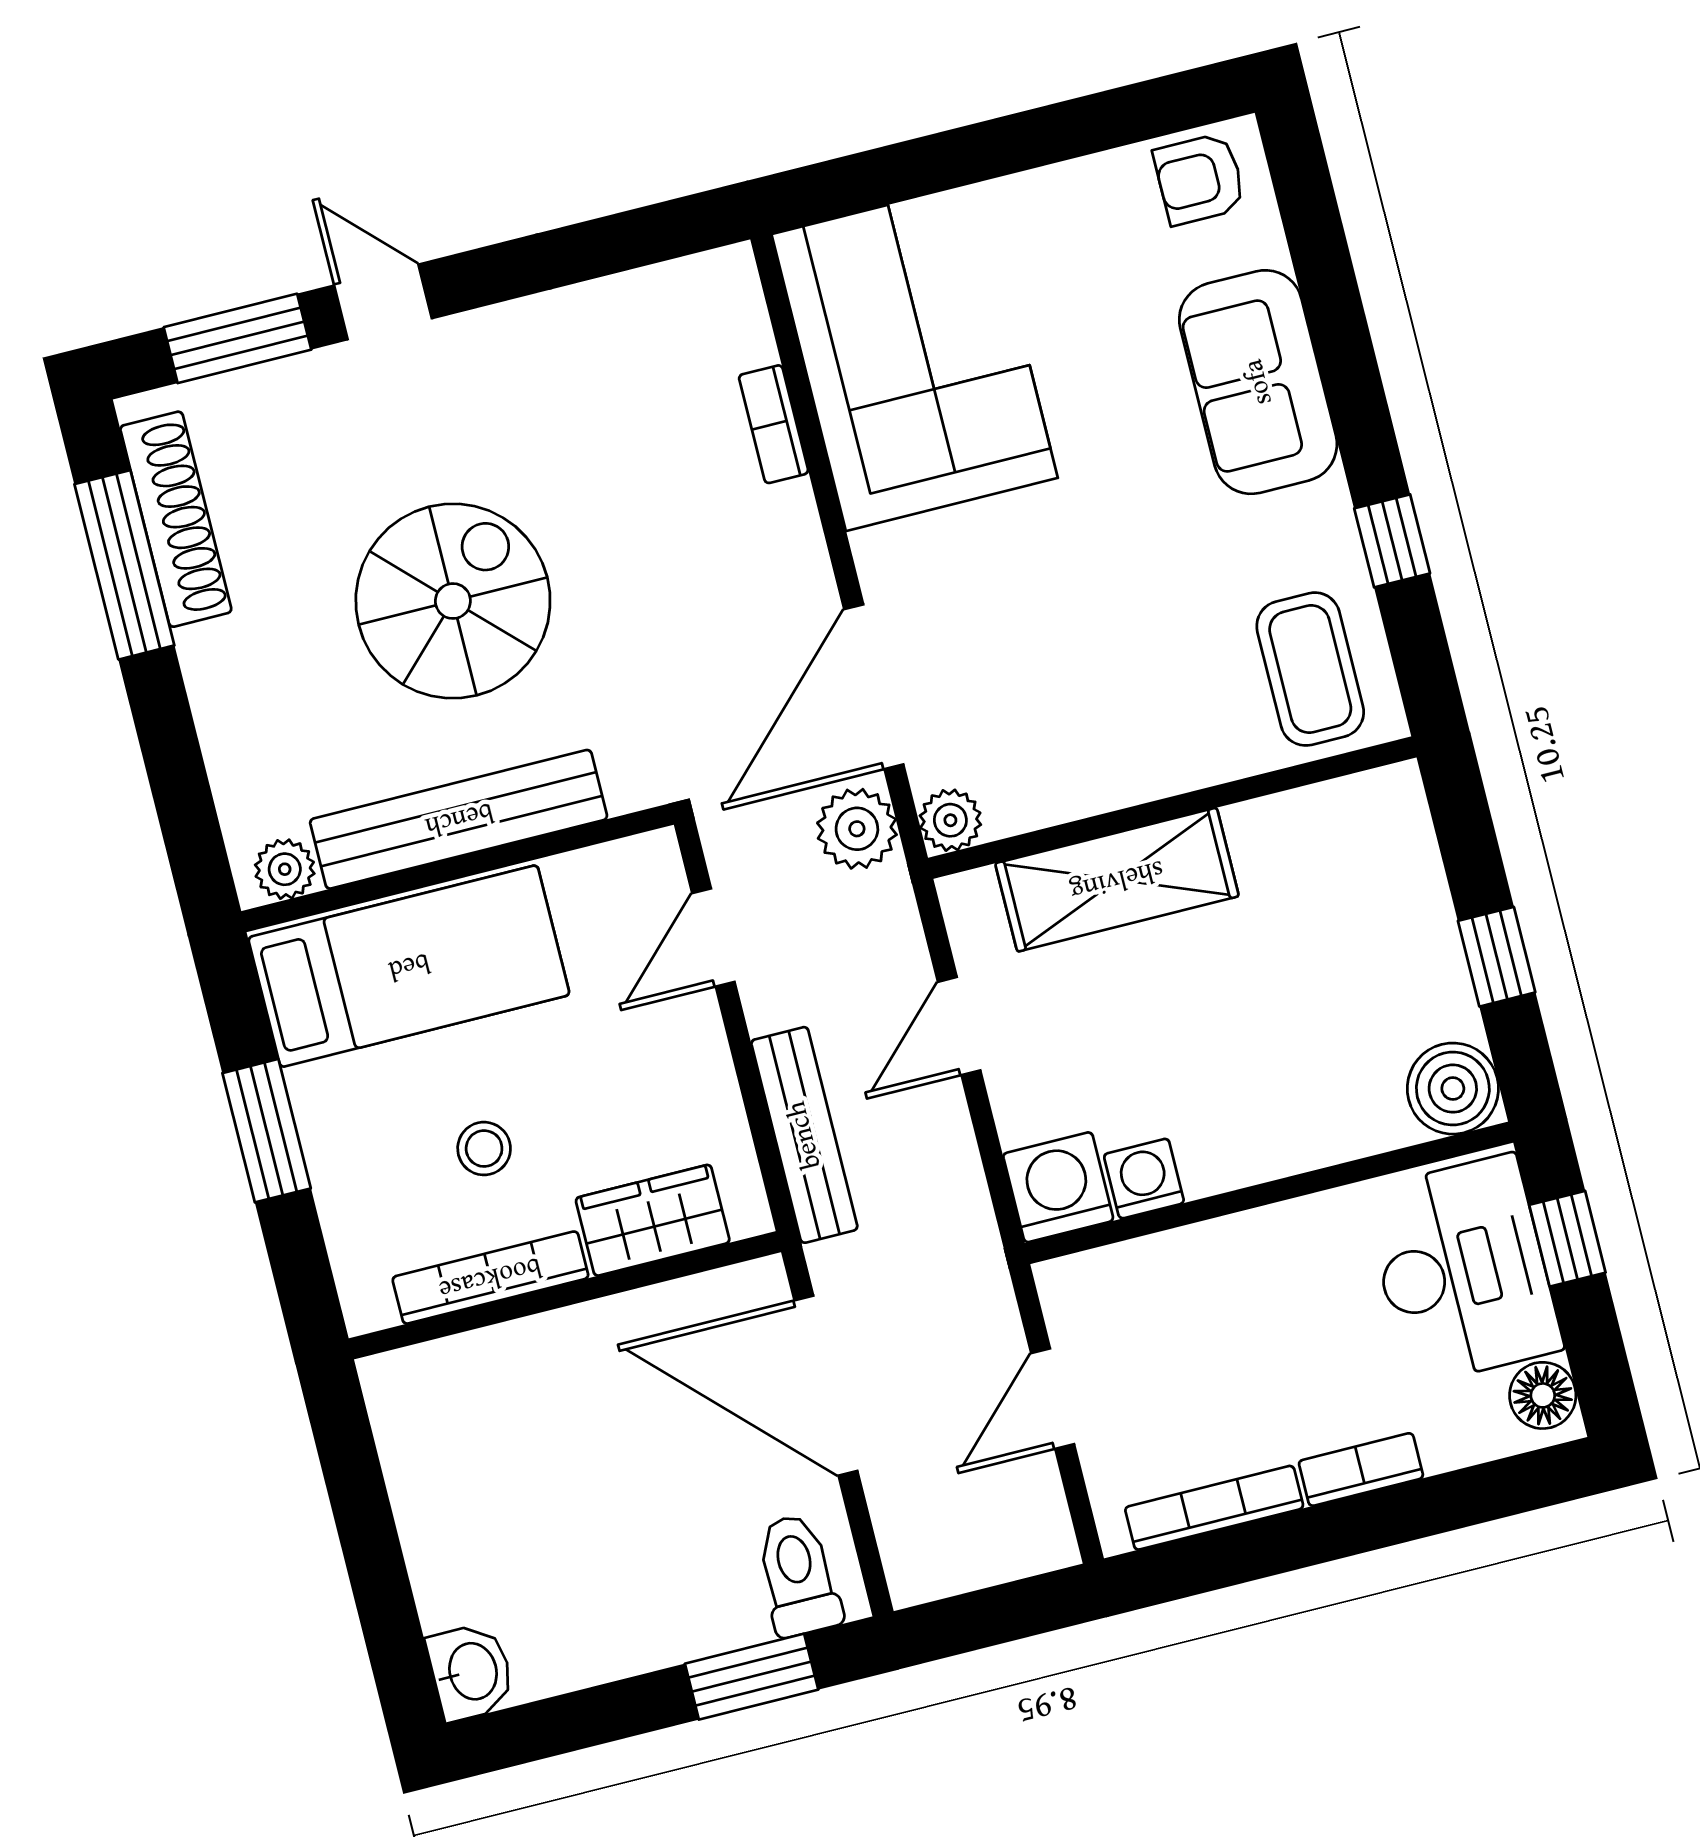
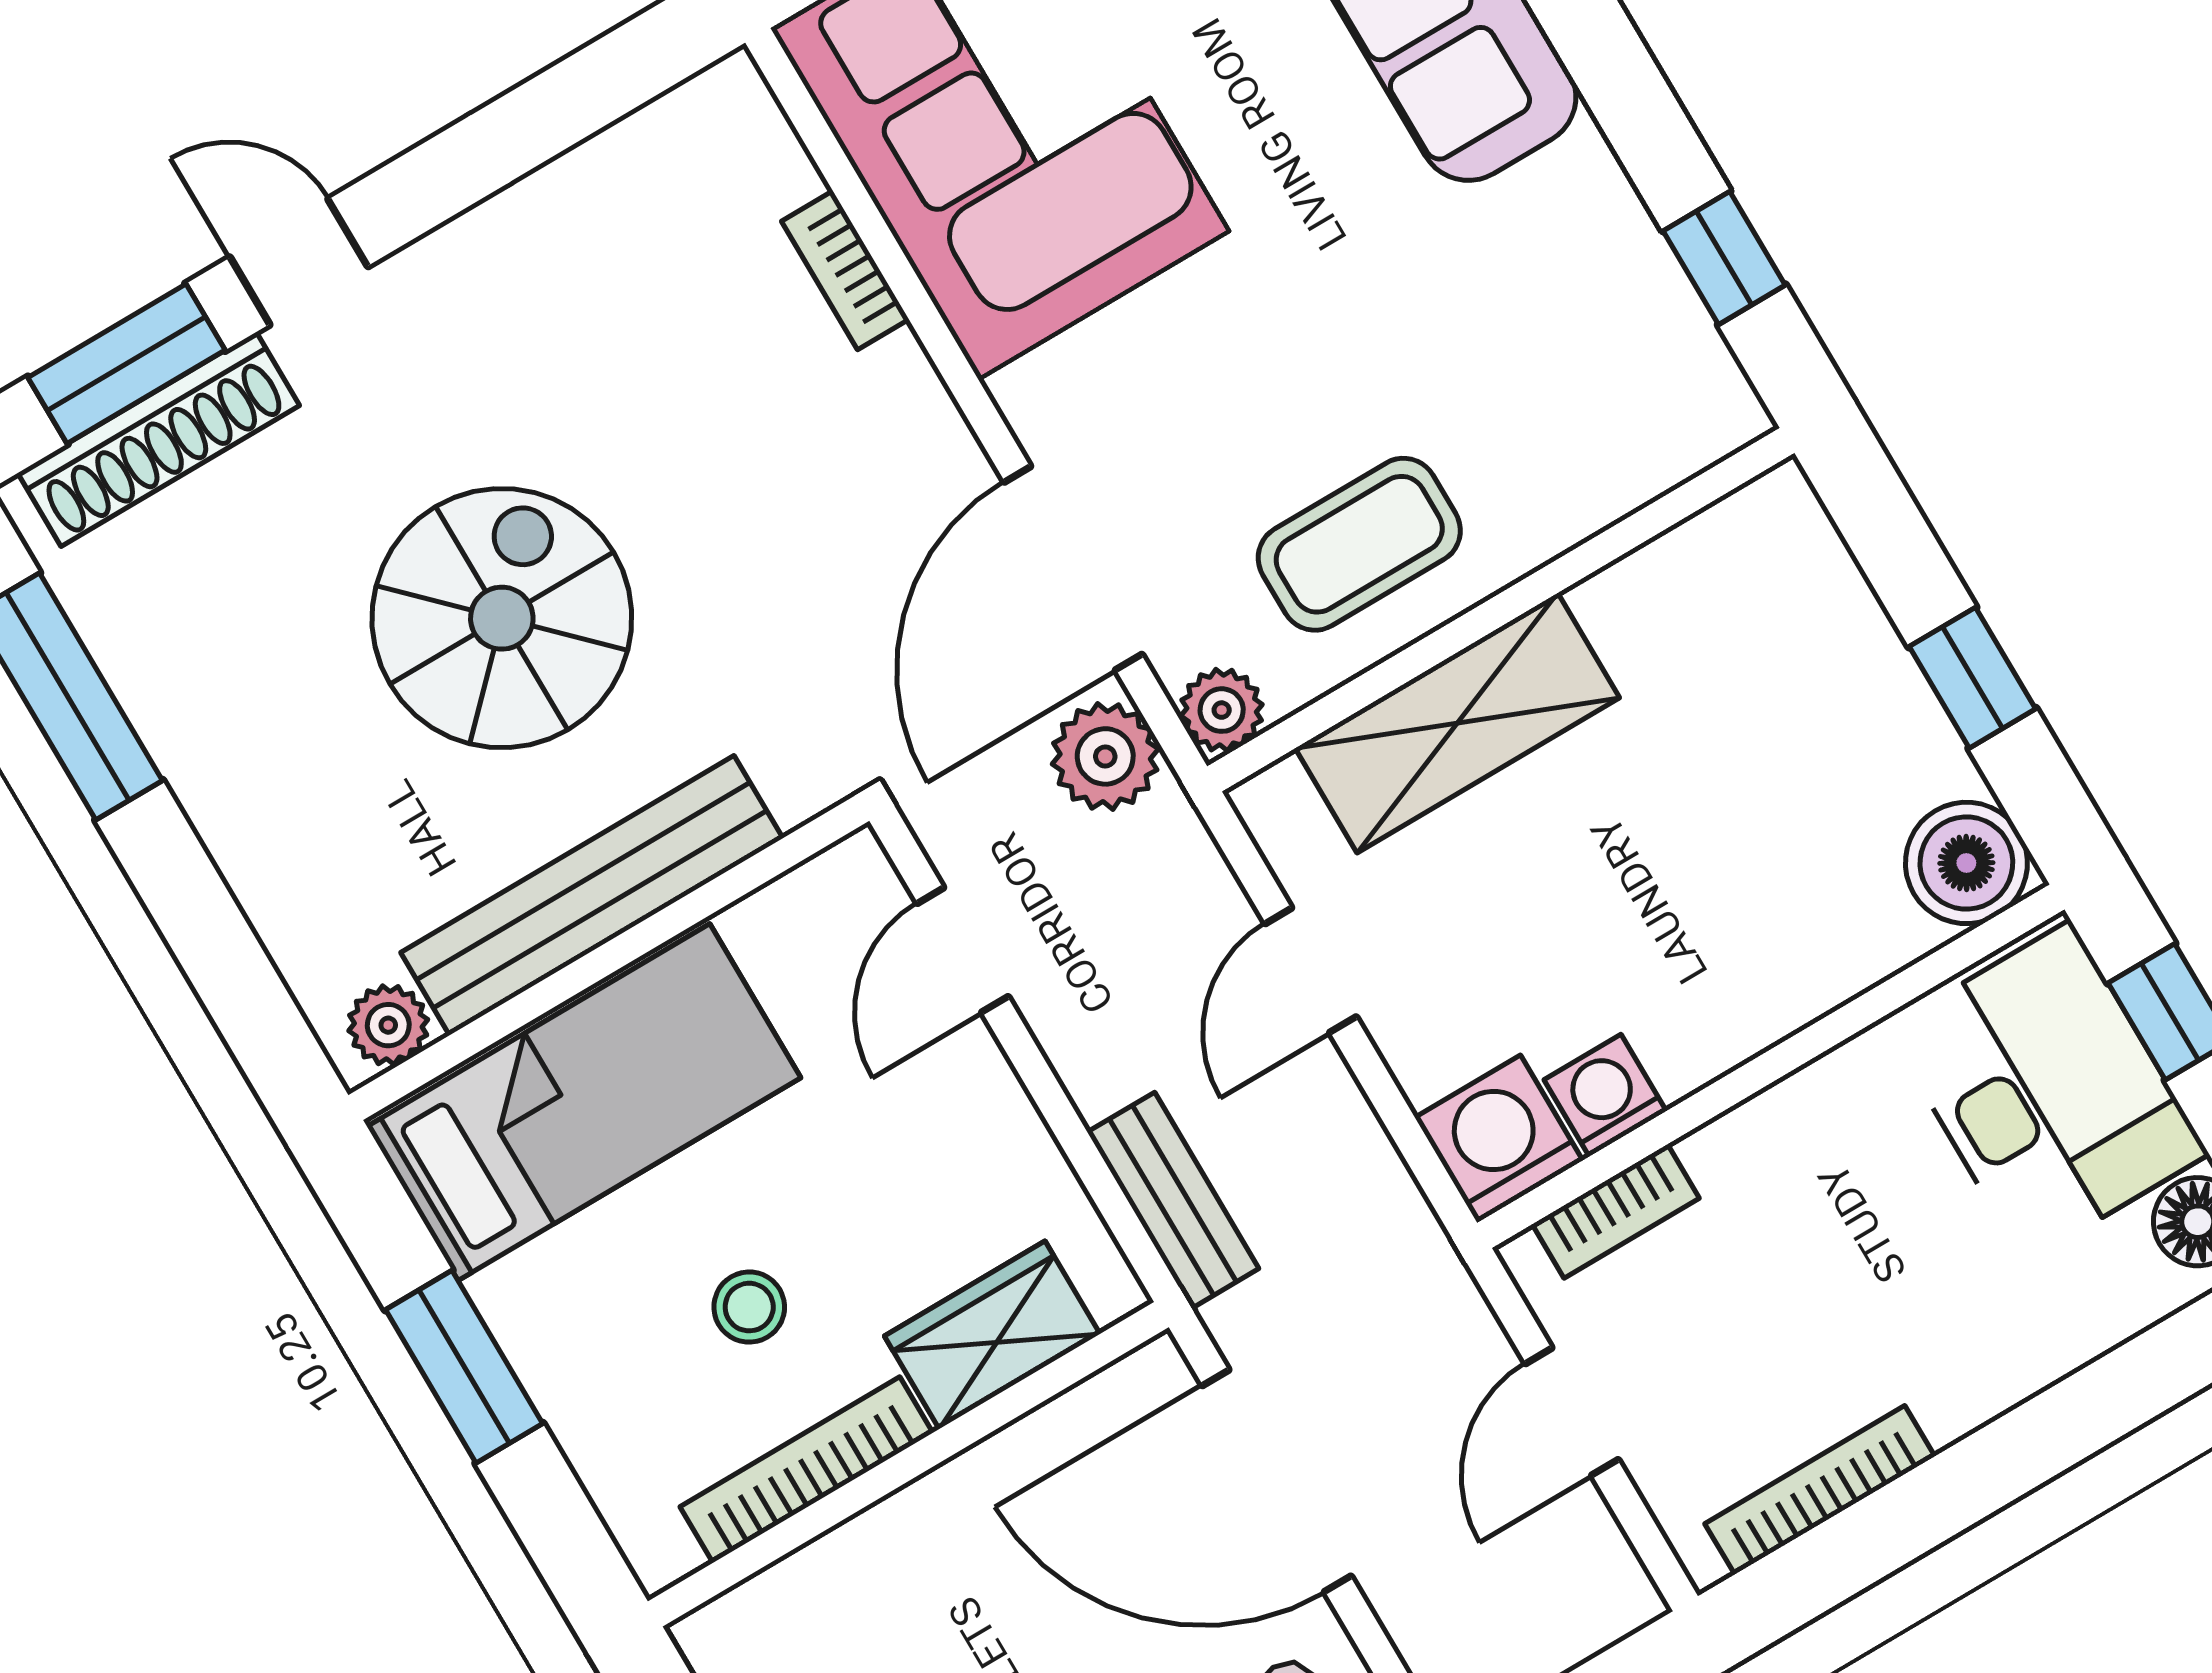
shoe rack: (176, 519) -> (159, 439), moved, turned 90
window: (1392, 541) -> (1724, 258), moved
coffee table: (1310, 669) -> (1359, 544), moved, turned 90
bench: (804, 1135) -> (1173, 1200), width x0.73
bookcase: (1361, 1470) -> (1616, 1211), moved, turned 180

